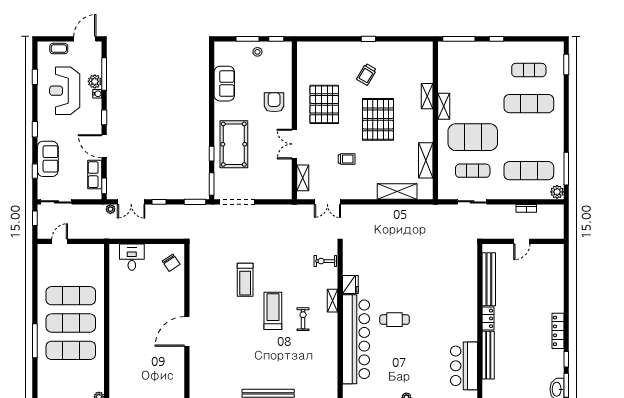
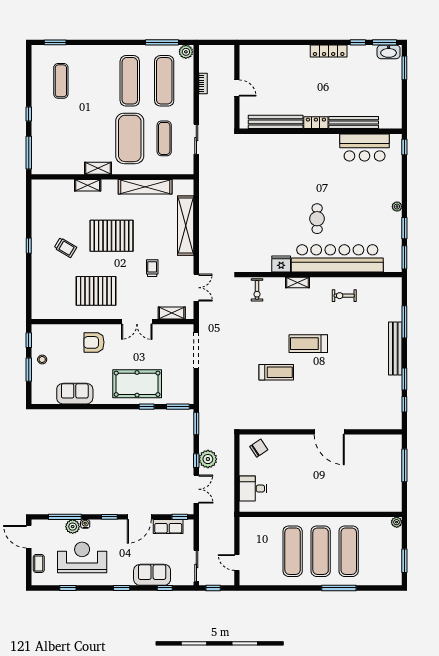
reception desk: (65, 91) -> (82, 557), turned 180
exercise mat: (529, 104) -> (130, 81), moved
shelving: (426, 160) -> (145, 187), width x1.47
shelving: (397, 192) -> (186, 226), width x1.47
doorway: (237, 202) -> (196, 350), moved
plant: (110, 209) -> (208, 459), moved, width x1.88, depth x1.88
exercise bike: (303, 319) -> (344, 296), moved

